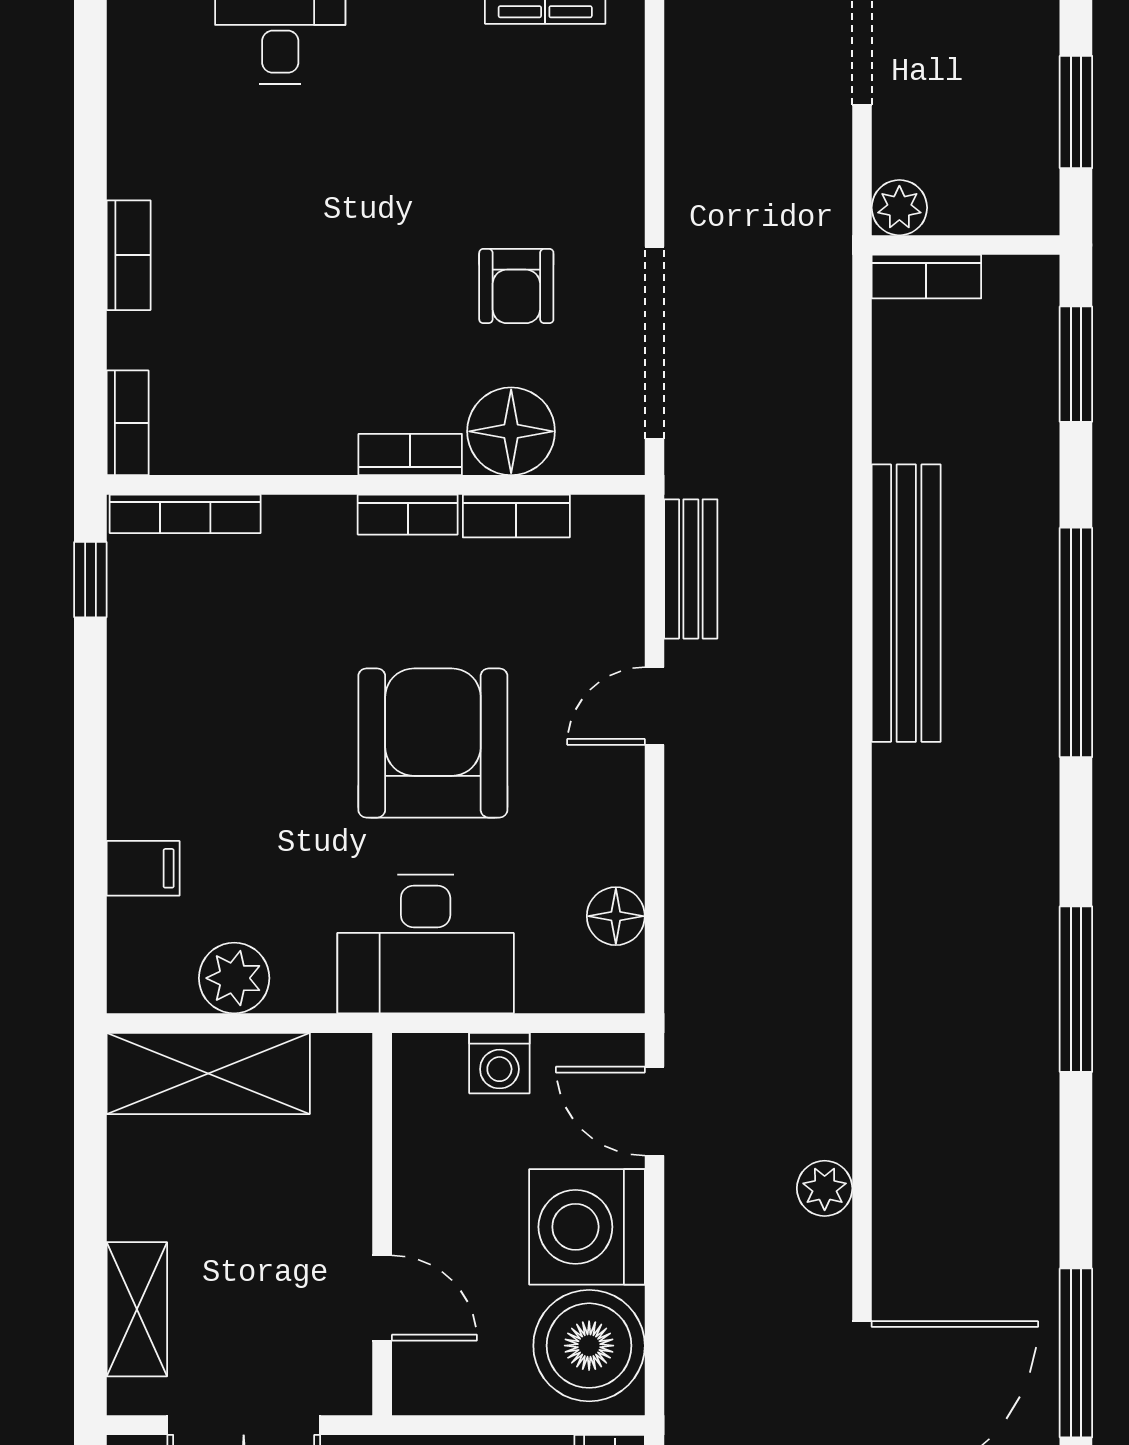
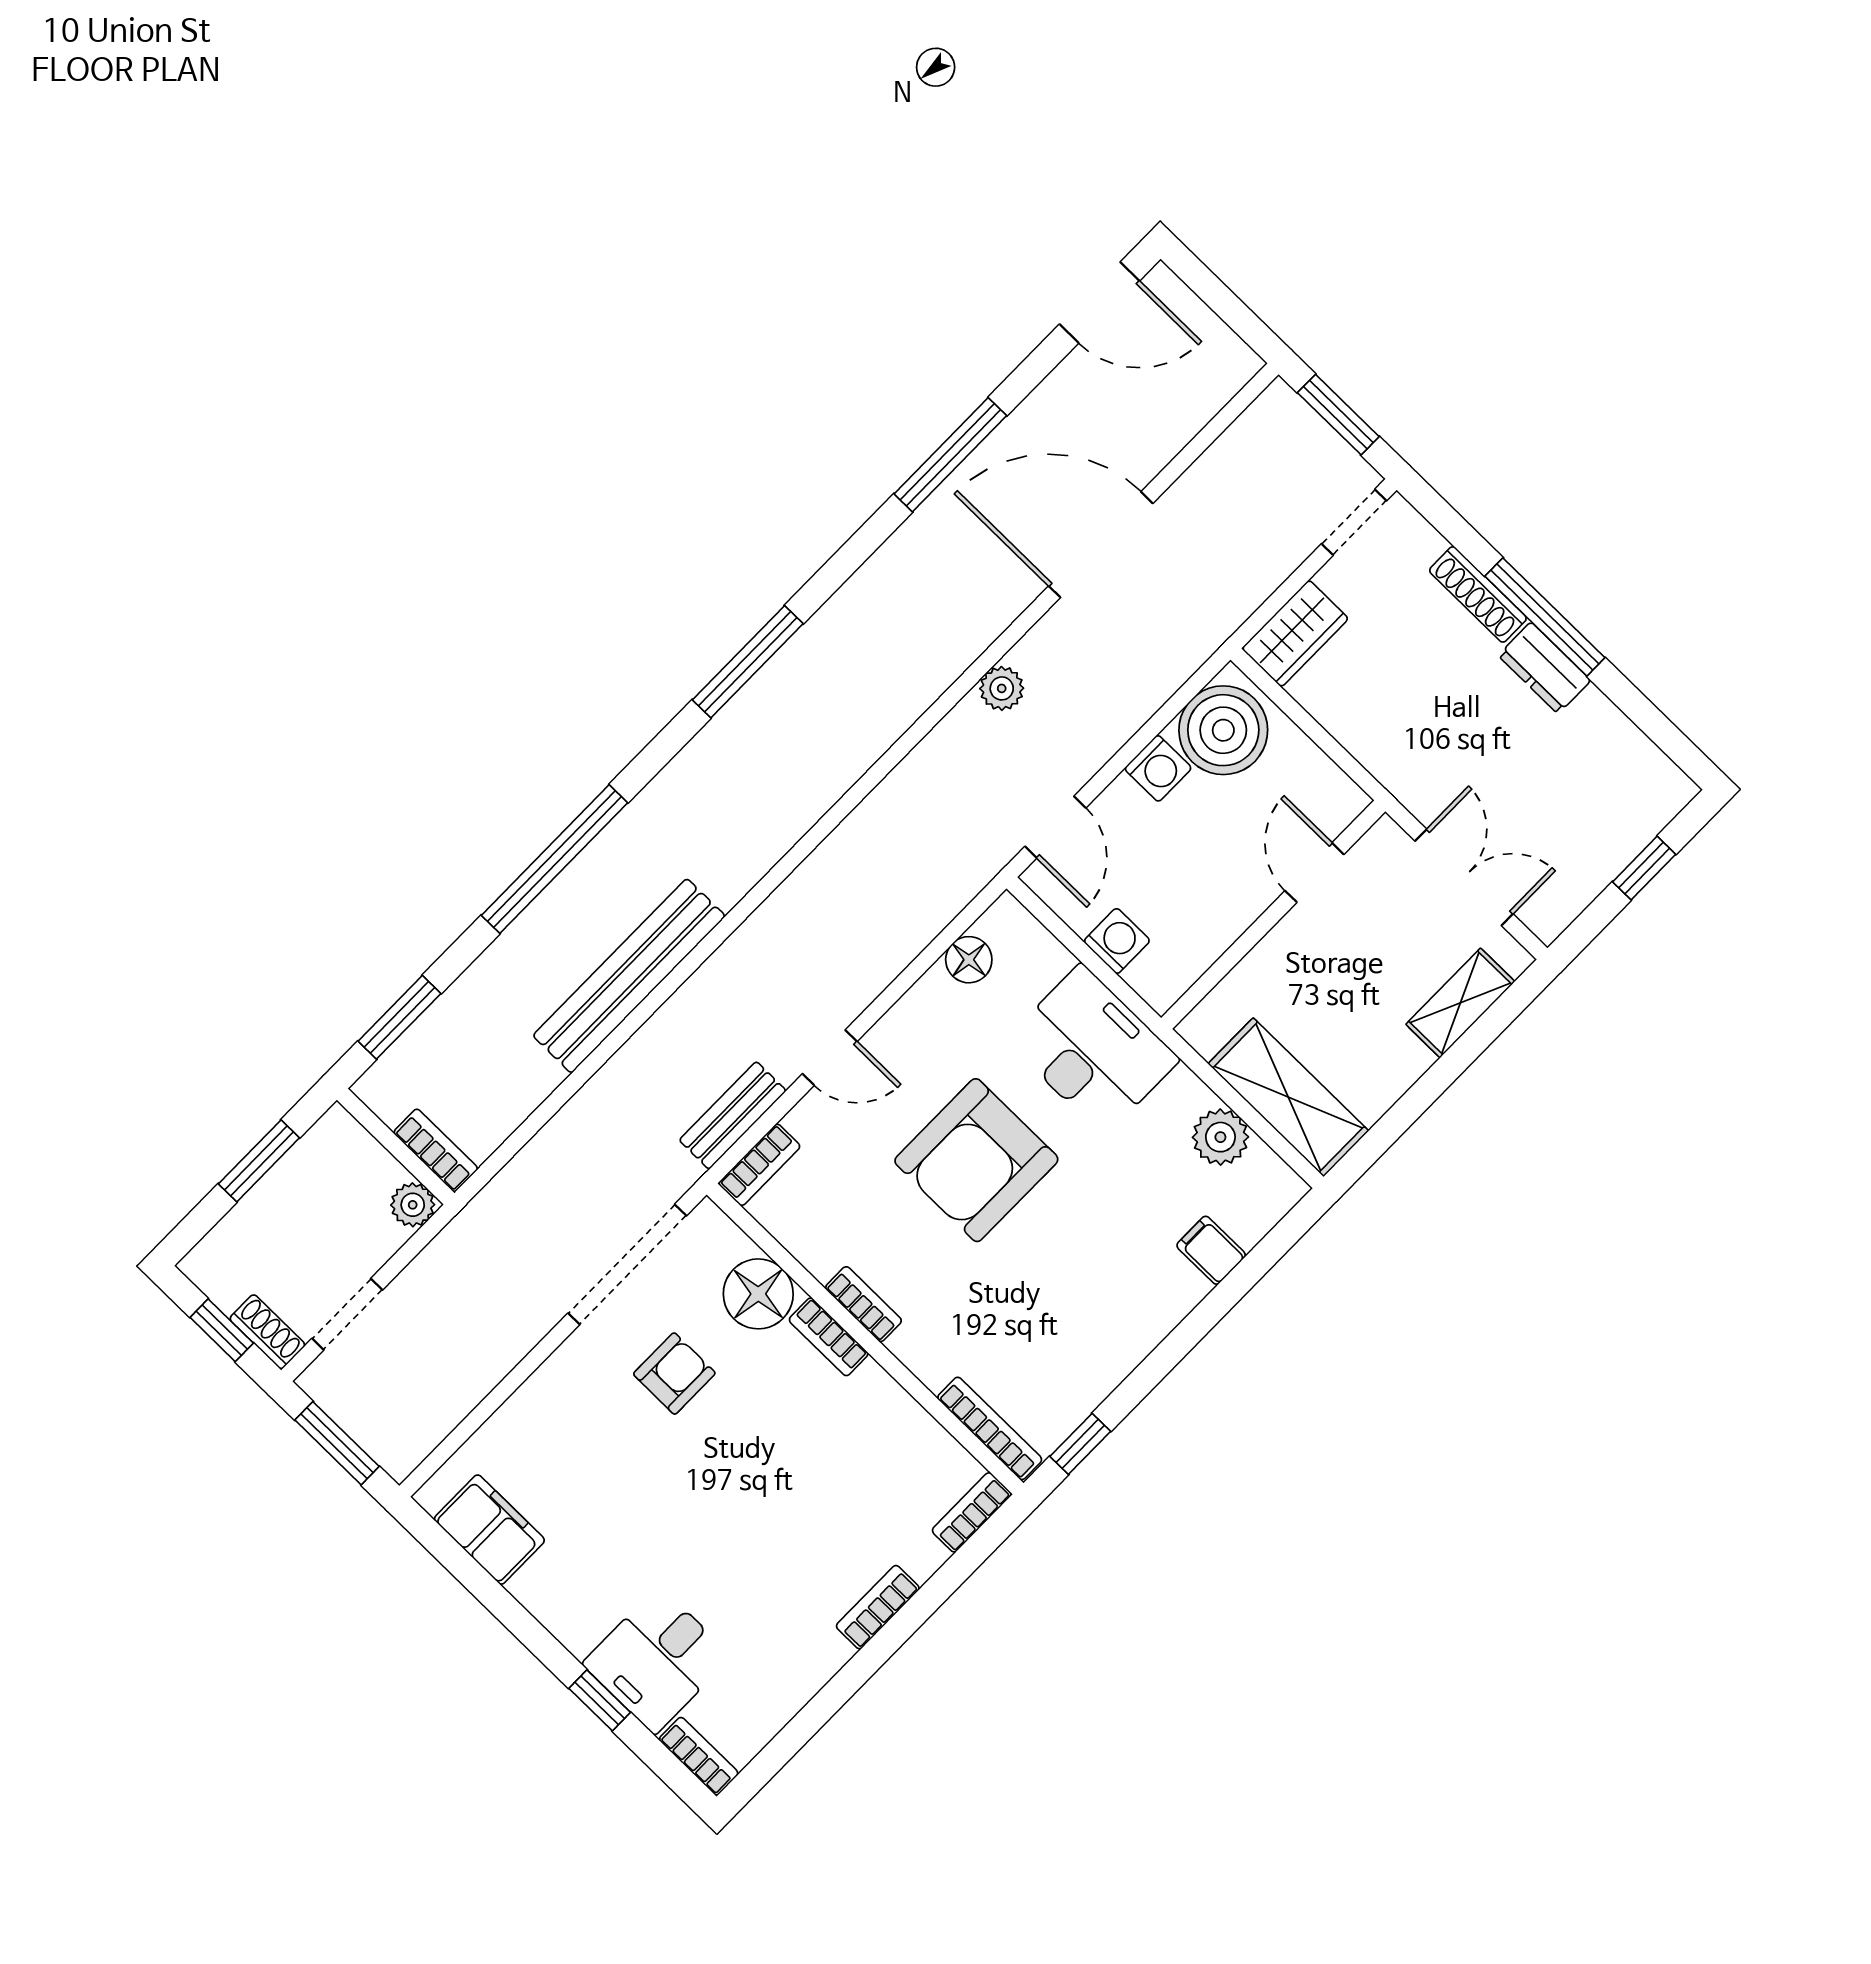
bookcase: (516, 516) -> (759, 1165), moved, turned 90
washing machine: (587, 1227) -> (1158, 768), width x0.53, depth x0.53

